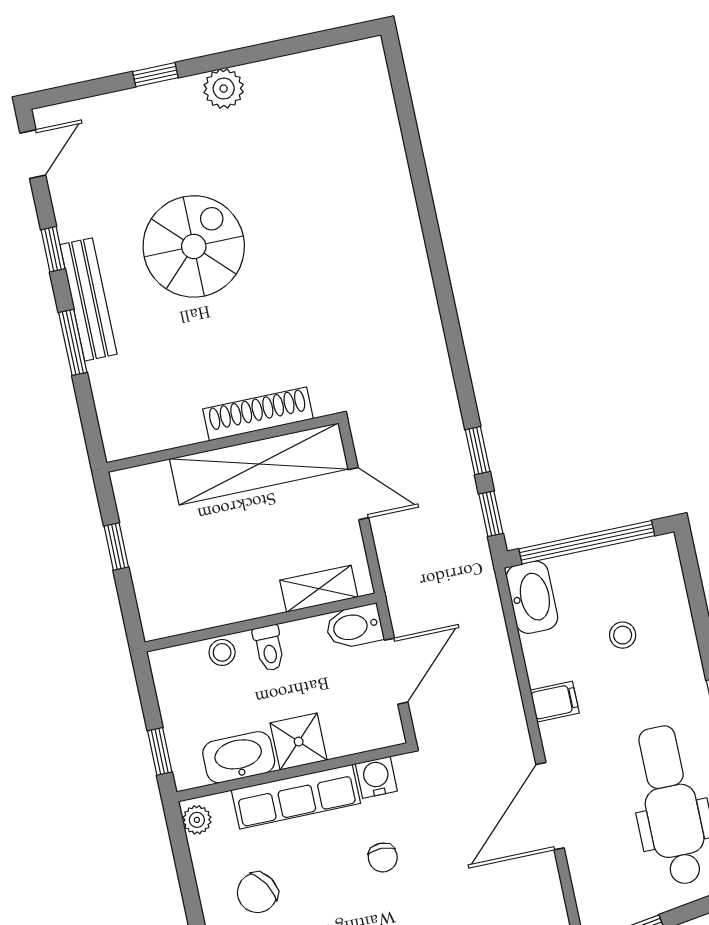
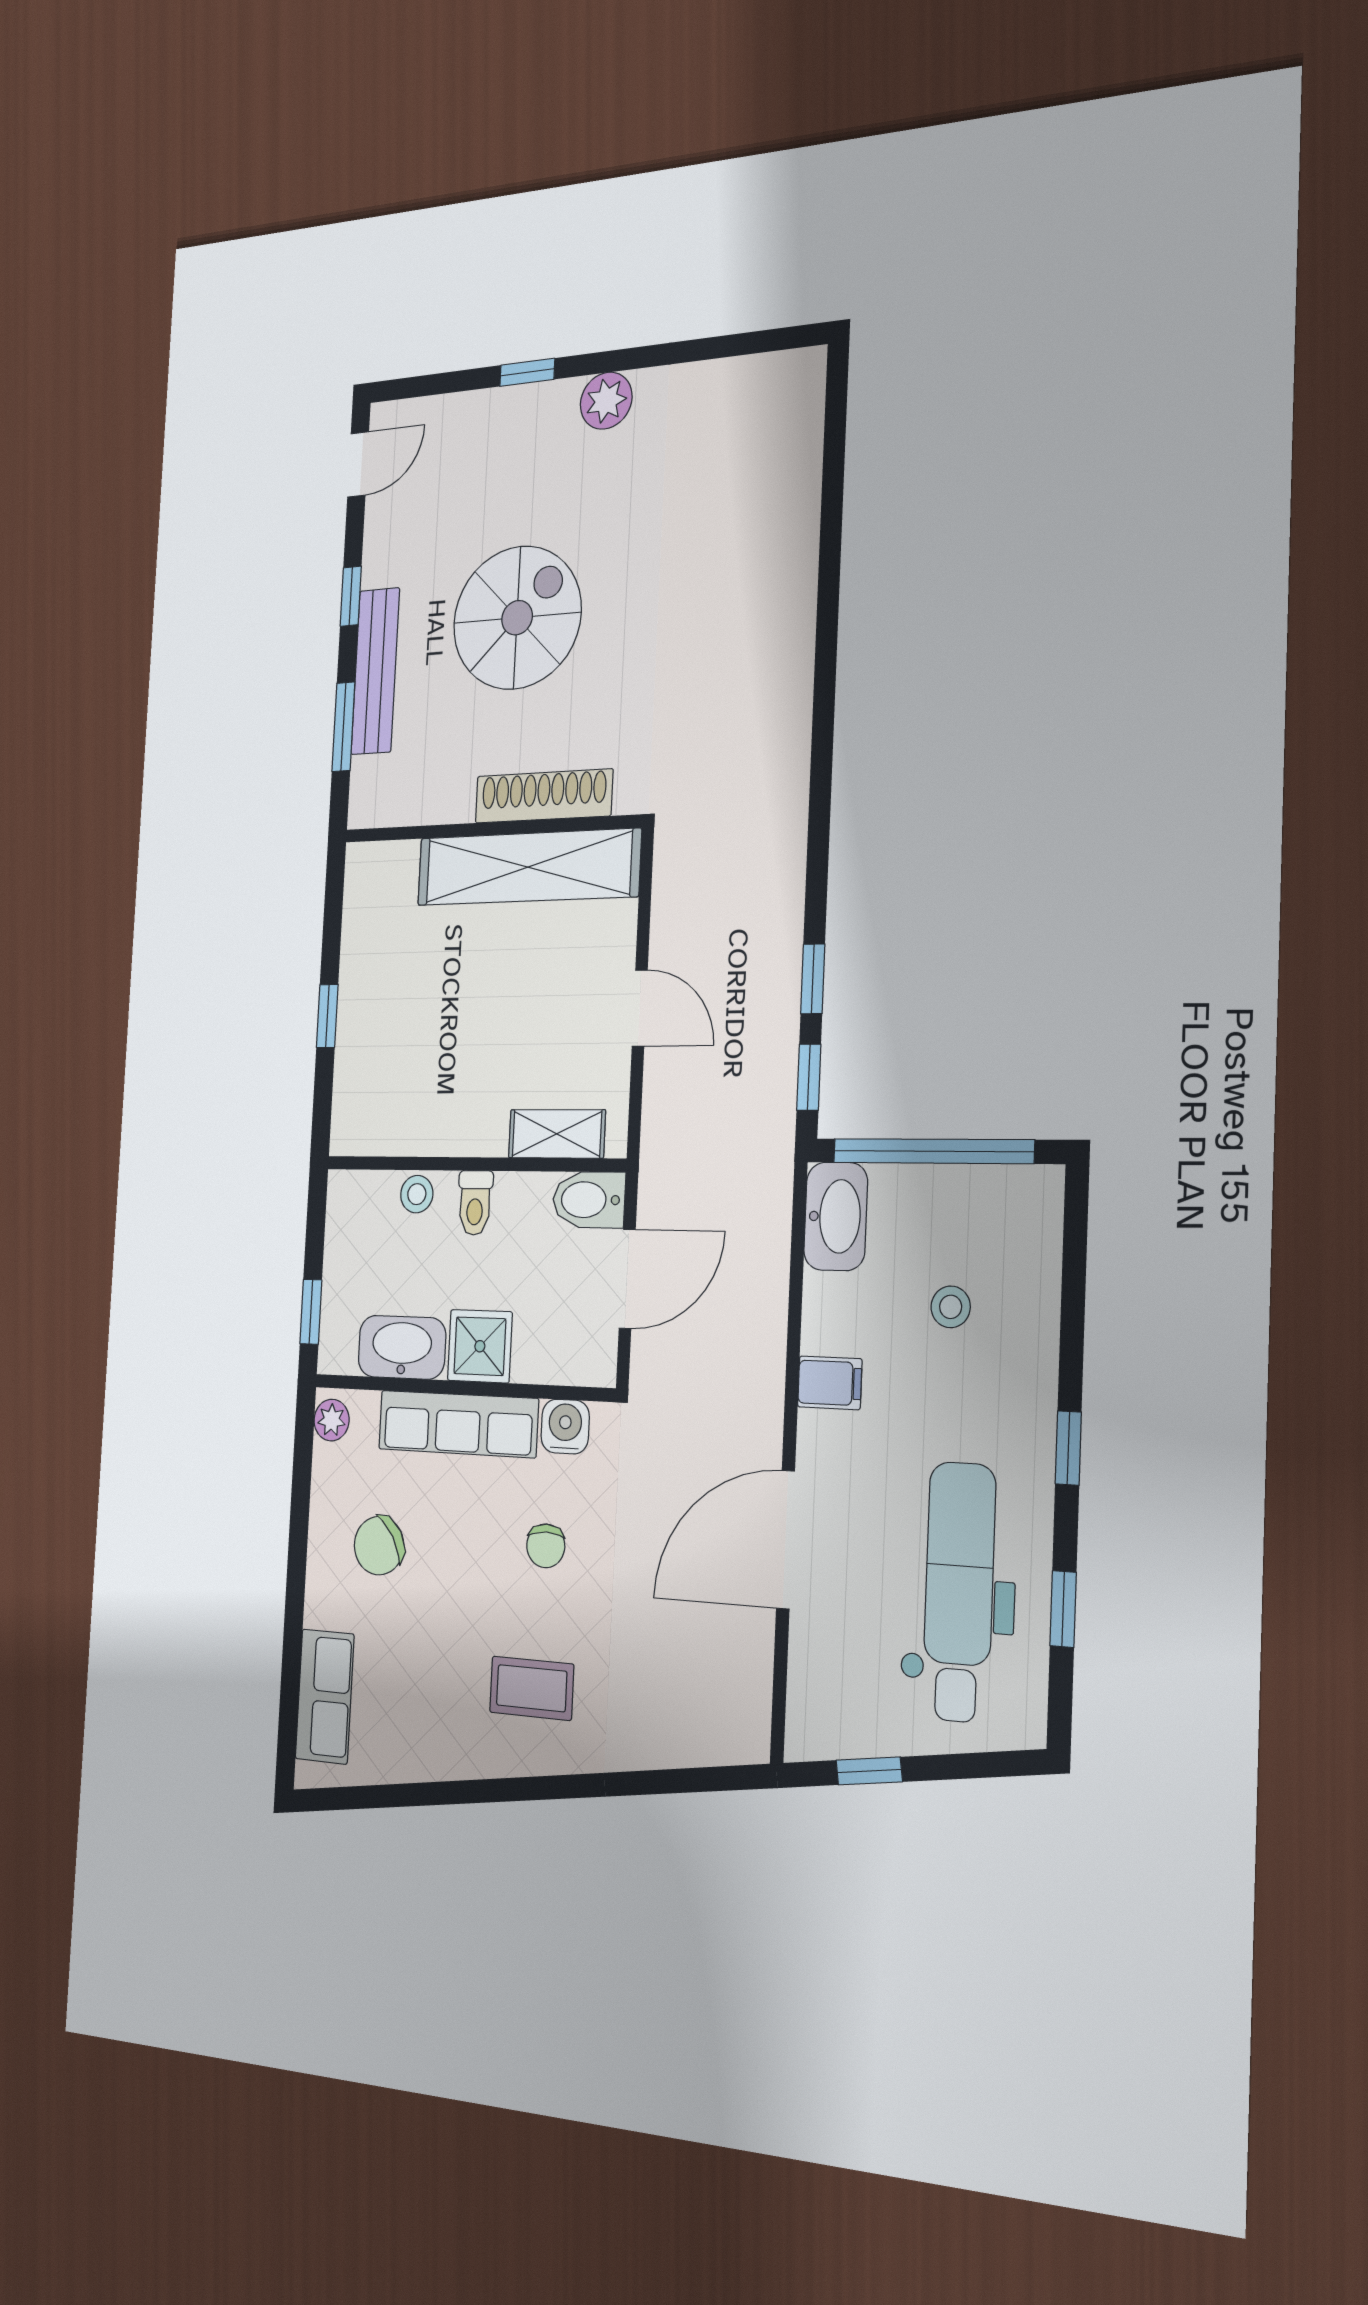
shoe rack: (258, 414) -> (544, 796), moved
wall: (222, 443) -> (490, 829), moved
shelving: (259, 464) -> (528, 867), moved

